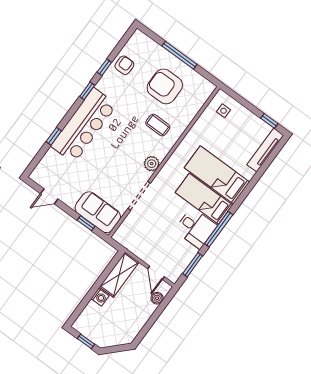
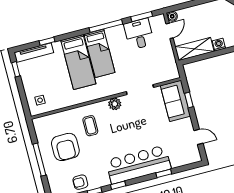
window: (262, 170) -> (47, 41), added
desk: (196, 228) -> (139, 34), moved
boiler: (157, 298) -> (172, 16), moved

